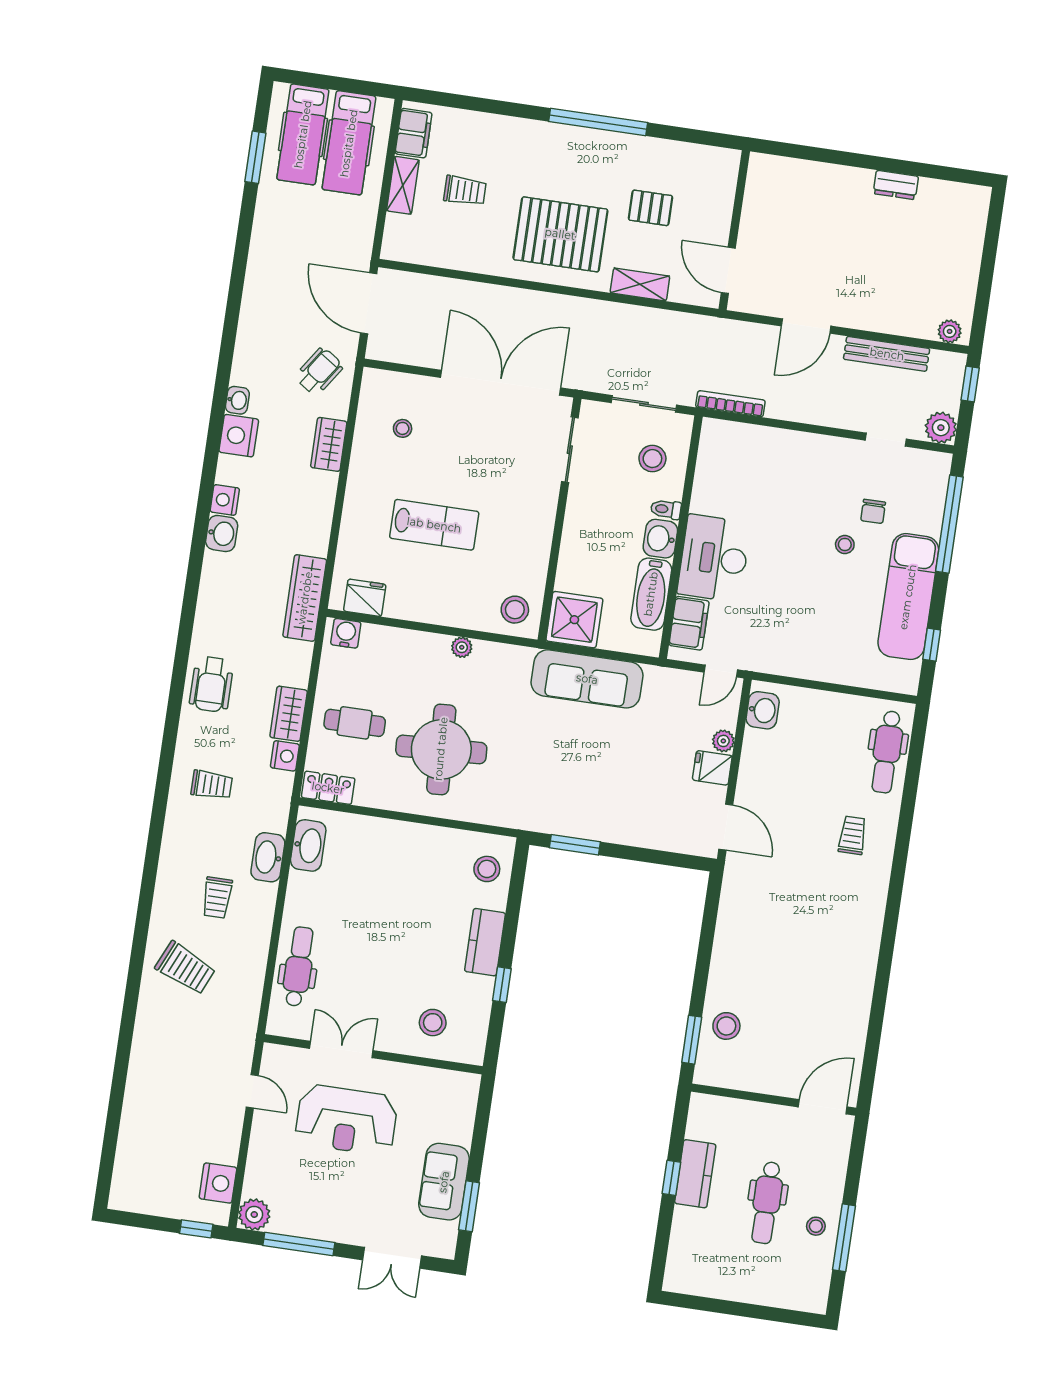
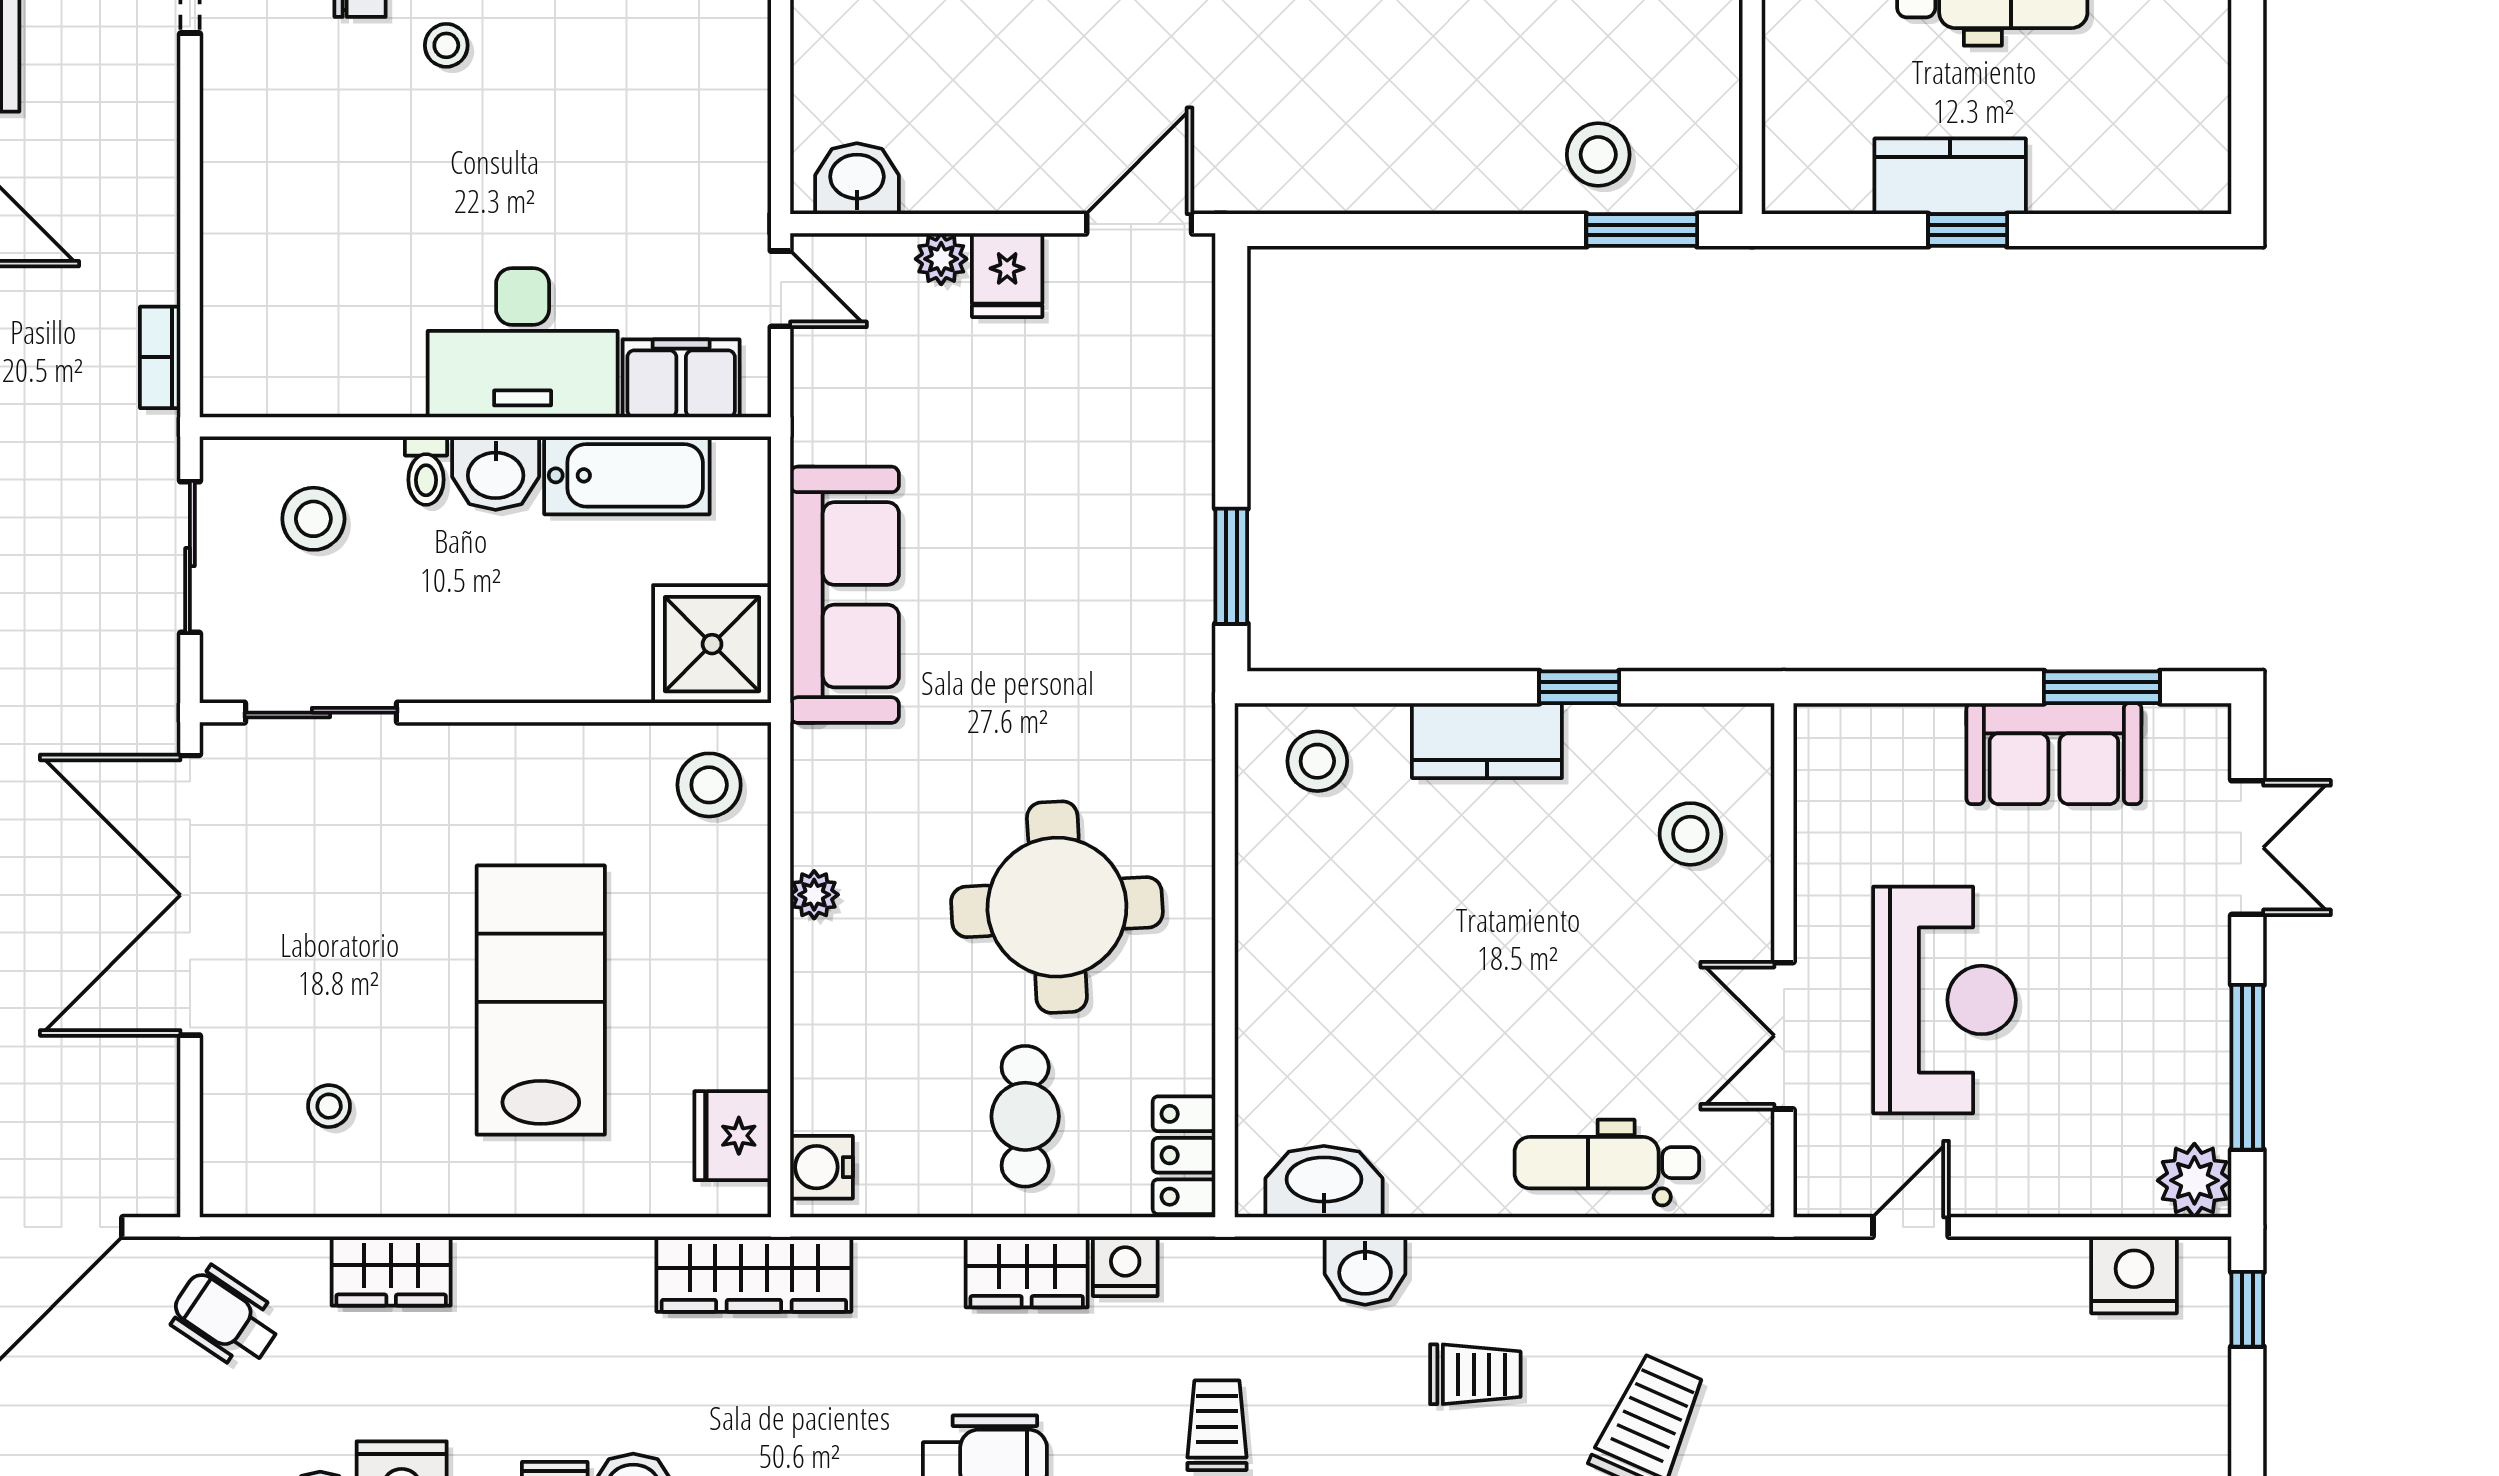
bookcase: (730, 404) -> (160, 357), width x0.64
lab bench: (434, 525) -> (541, 1000), width x1.36, depth x1.39
washbasin: (268, 857) -> (1365, 1271), width x0.72

